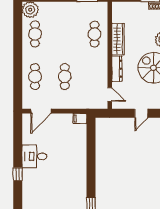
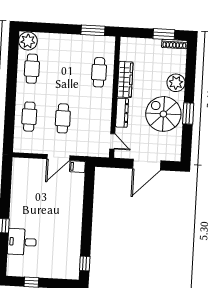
door: (41, 111) -> (58, 157), moved
door: (141, 113) -> (147, 165), width x1.88
desk: (34, 156) -> (22, 242), moved

